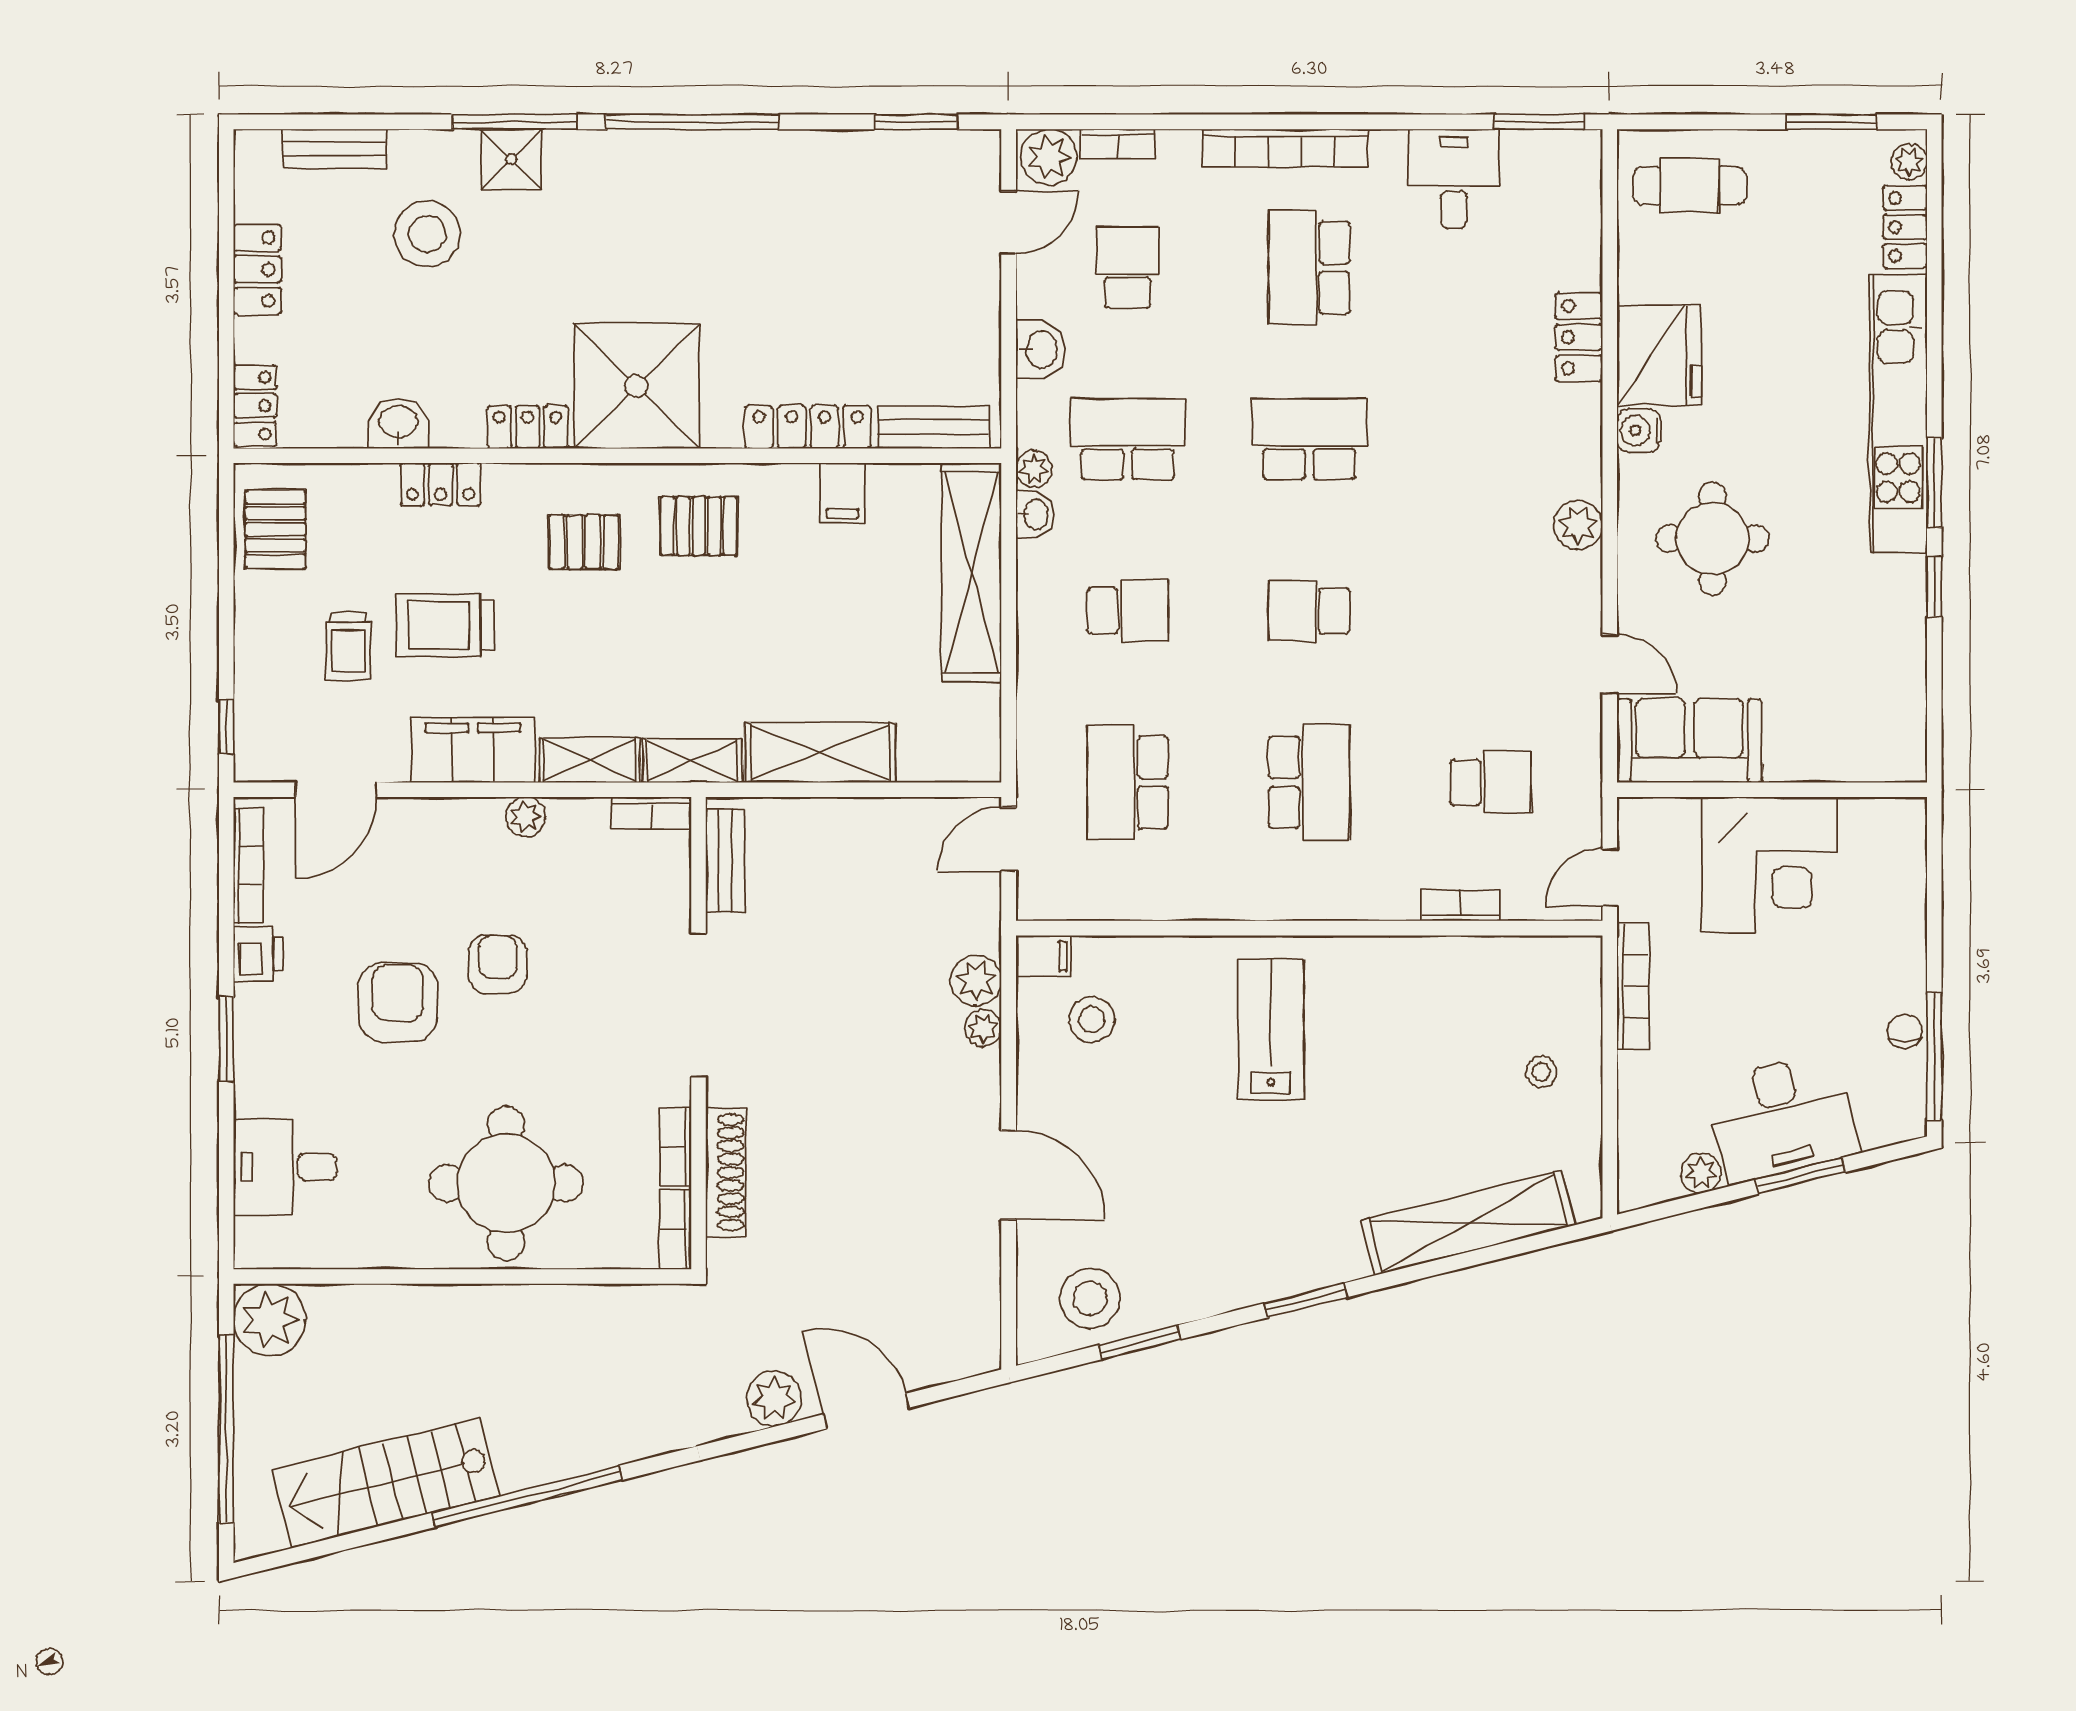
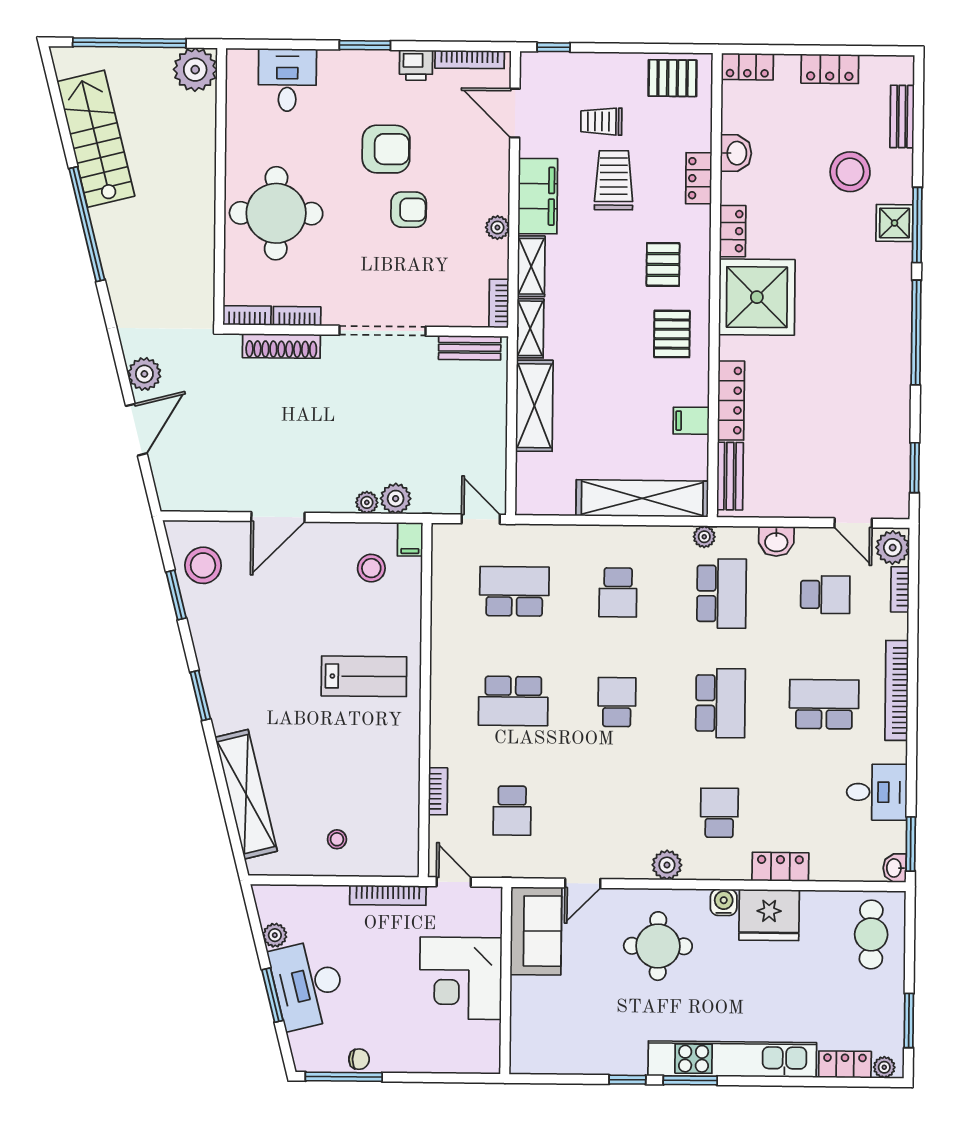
school desk: (1491, 439) -> (719, 813), added
washbasin: (1035, 514) -> (895, 868), moved, turned 90

